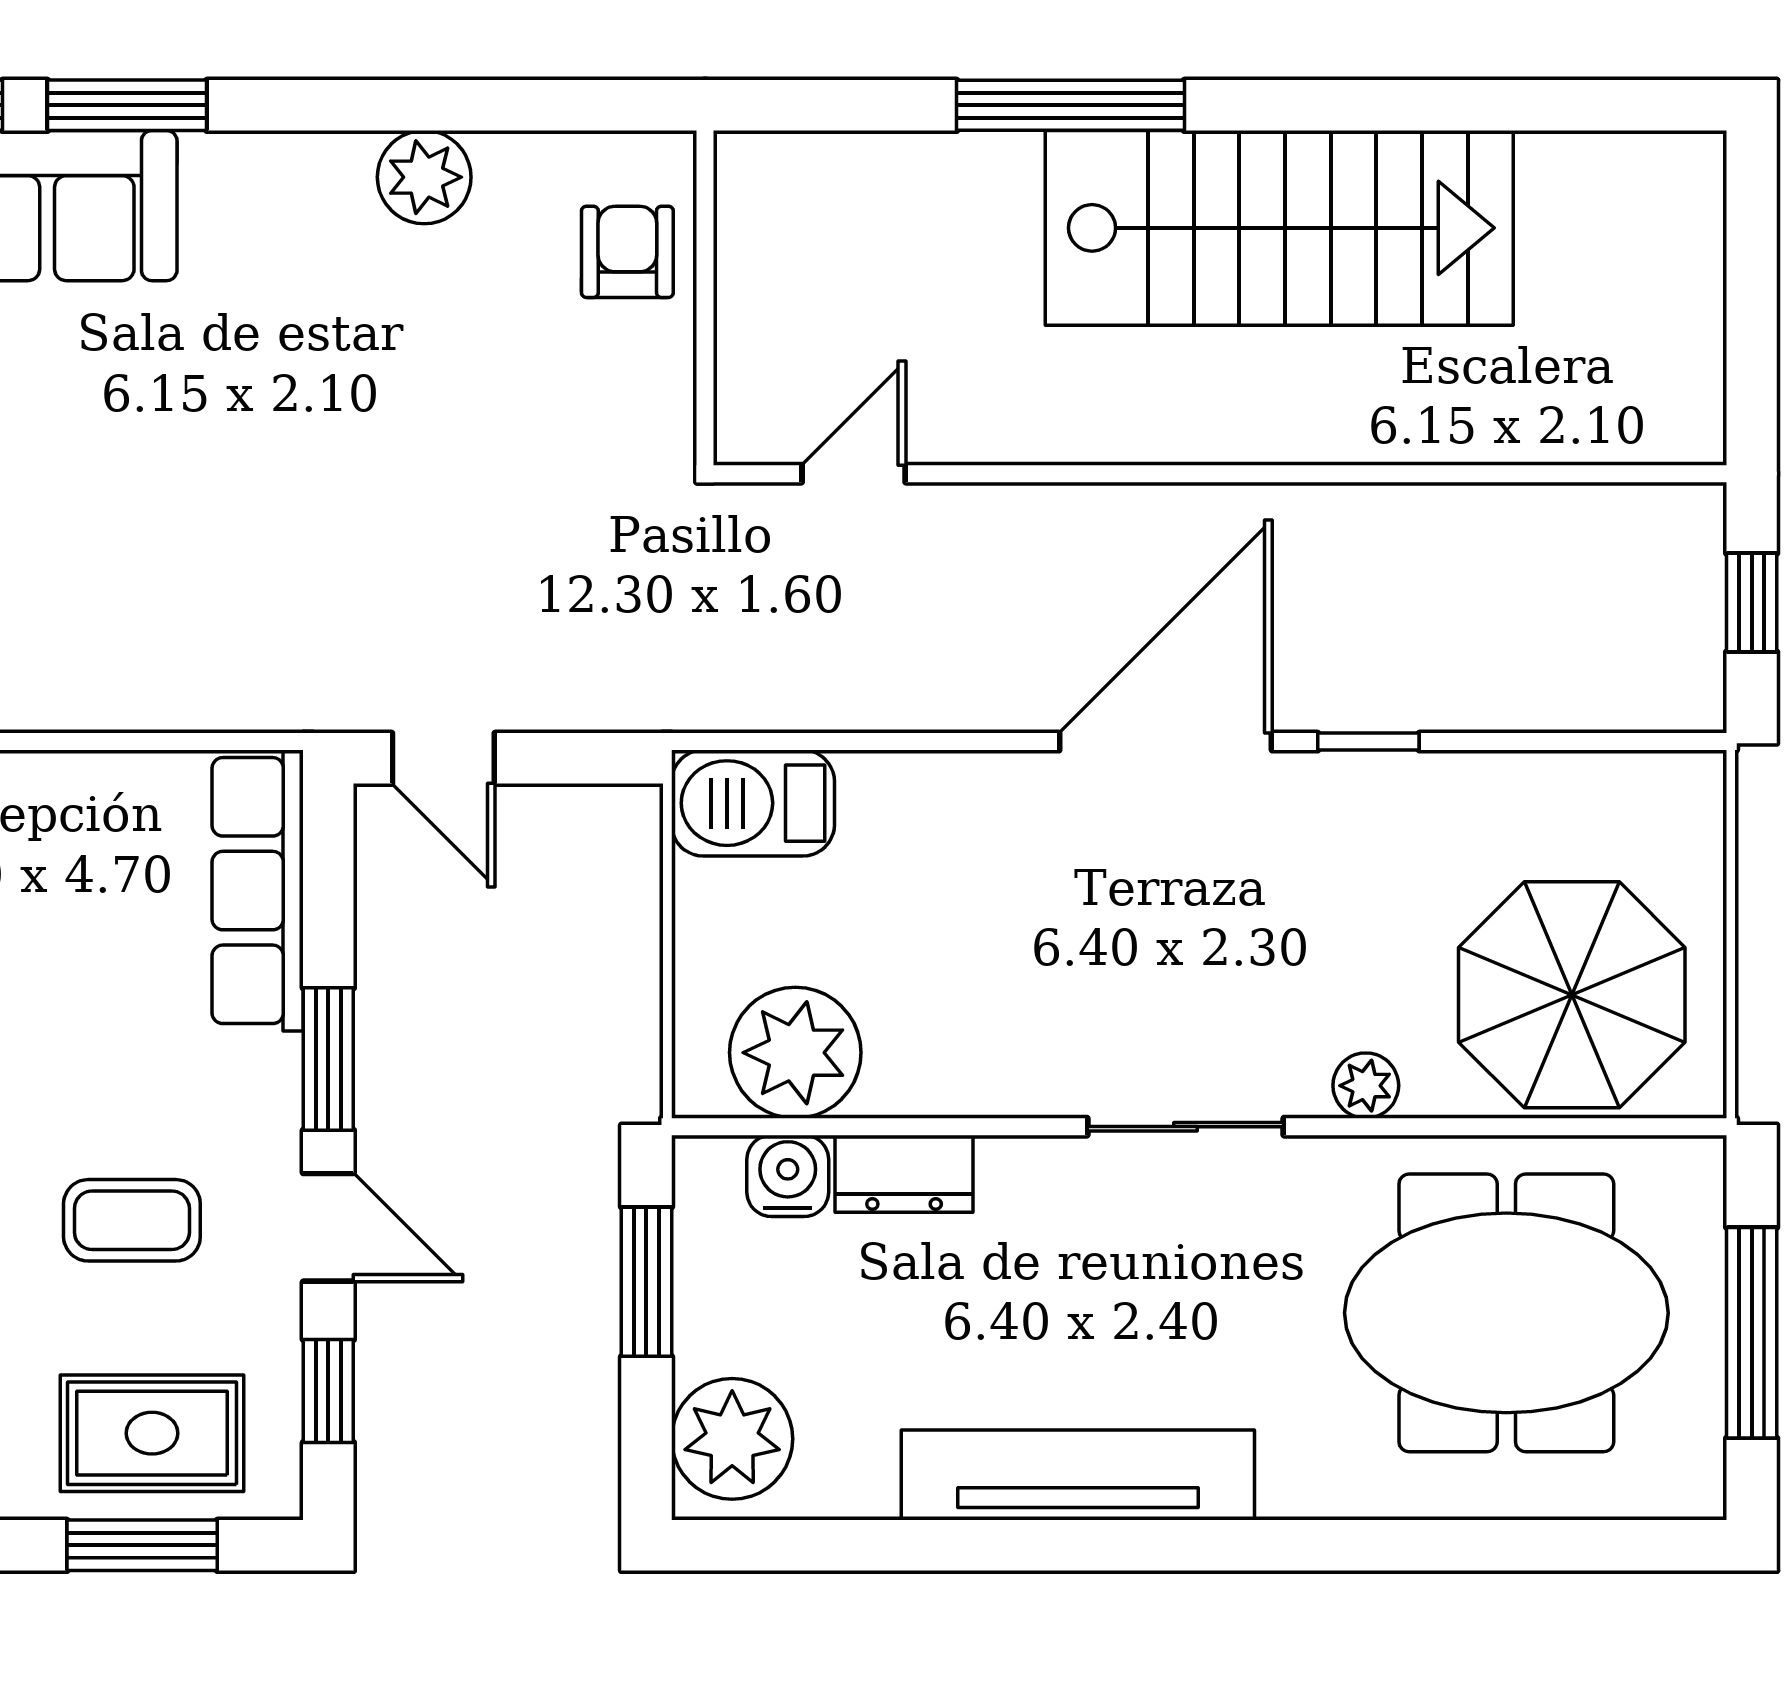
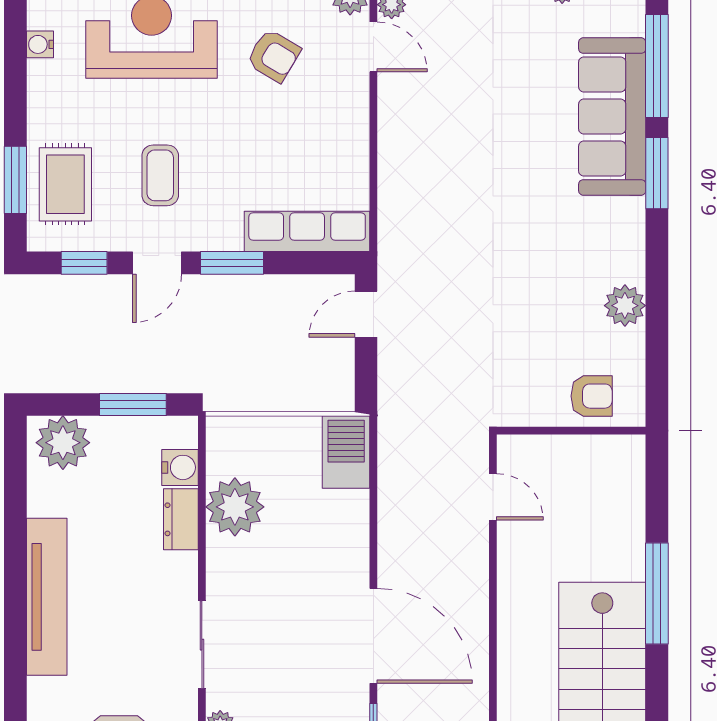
plant: (795, 1053) -> (235, 507), moved

